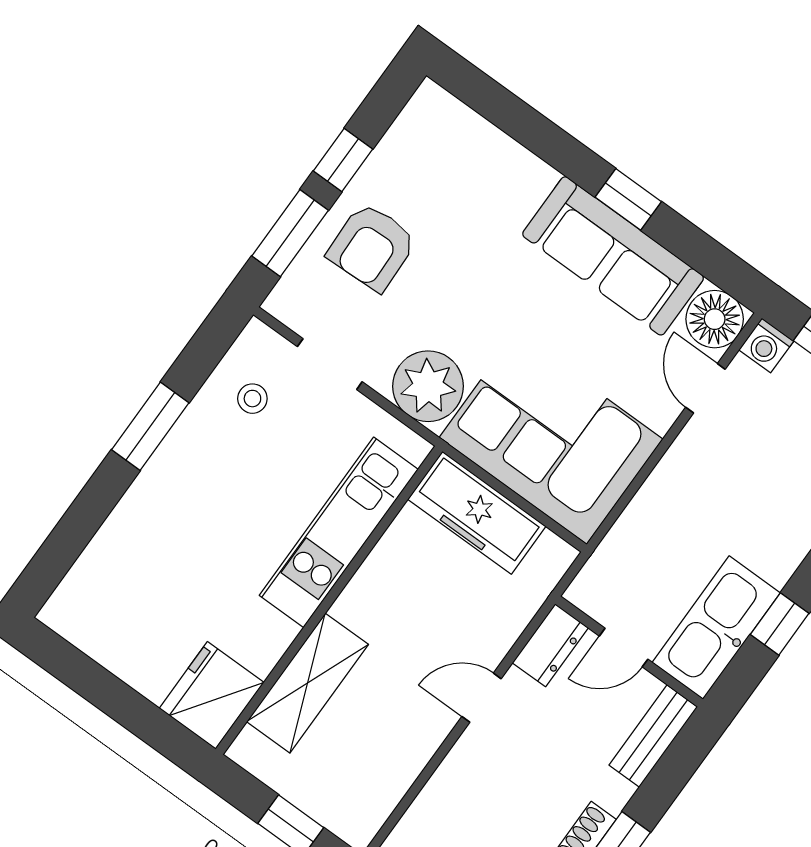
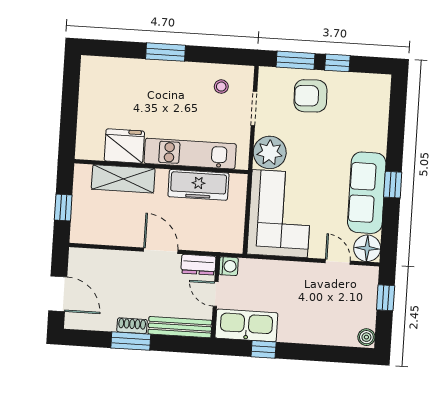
washing machine: (766, 345) -> (229, 266), moved, turned 180
door: (705, 388) -> (338, 262), hinge flipped
window: (150, 426) -> (166, 52), moved
freezer: (477, 513) -> (198, 185), moved, turned -90
fridge: (212, 695) -> (124, 146), moved
door: (482, 698) -> (161, 251), width x1.38
bench: (653, 736) -> (180, 327), width x1.36

